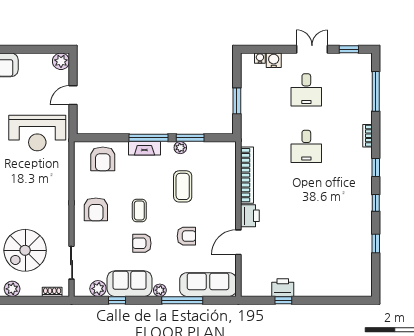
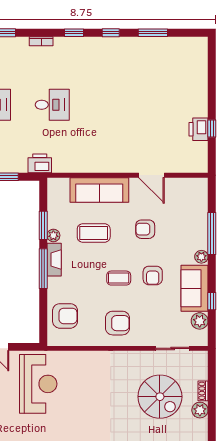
fireplace: (144, 148) -> (54, 260), moved
bookcase: (247, 175) -> (82, 166), removed
printer: (250, 216) -> (40, 163), moved
armchair: (186, 236) -> (145, 229), turned -90
window: (376, 243) -> (153, 33), width x1.50
sofa: (208, 285) -> (99, 190), moved, turned -90
shoe rack: (52, 292) -> (203, 391), moved

